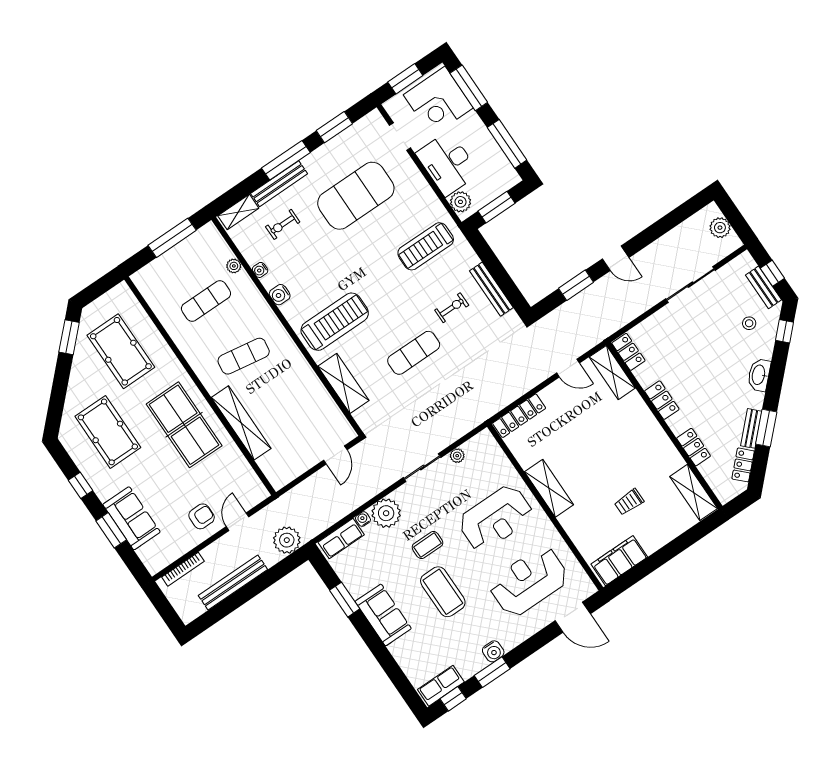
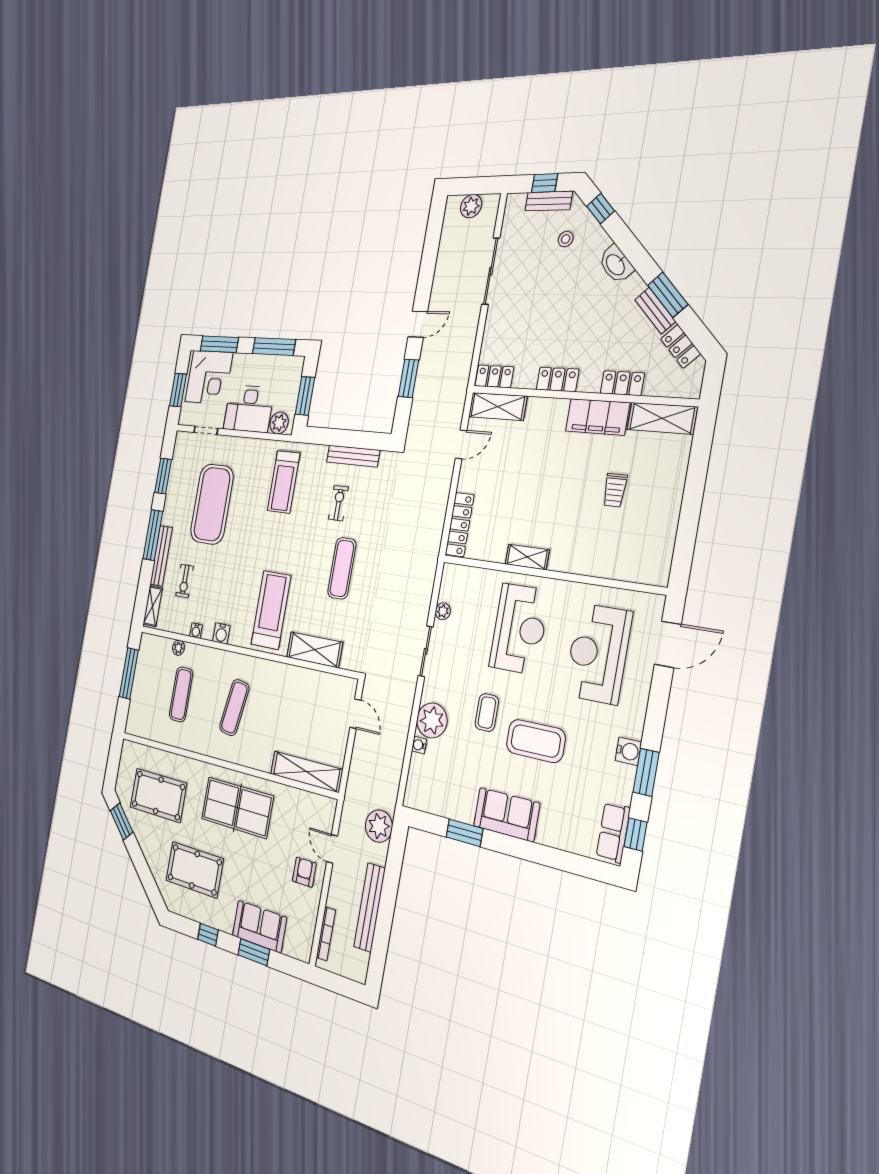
shelving: (241, 423) -> (306, 772), moved
shelving: (549, 488) -> (527, 557), width x0.67, depth x0.75
row of seats: (341, 539) -> (417, 780), removed
filing cabinet: (619, 561) -> (597, 417), moved, turned -90

